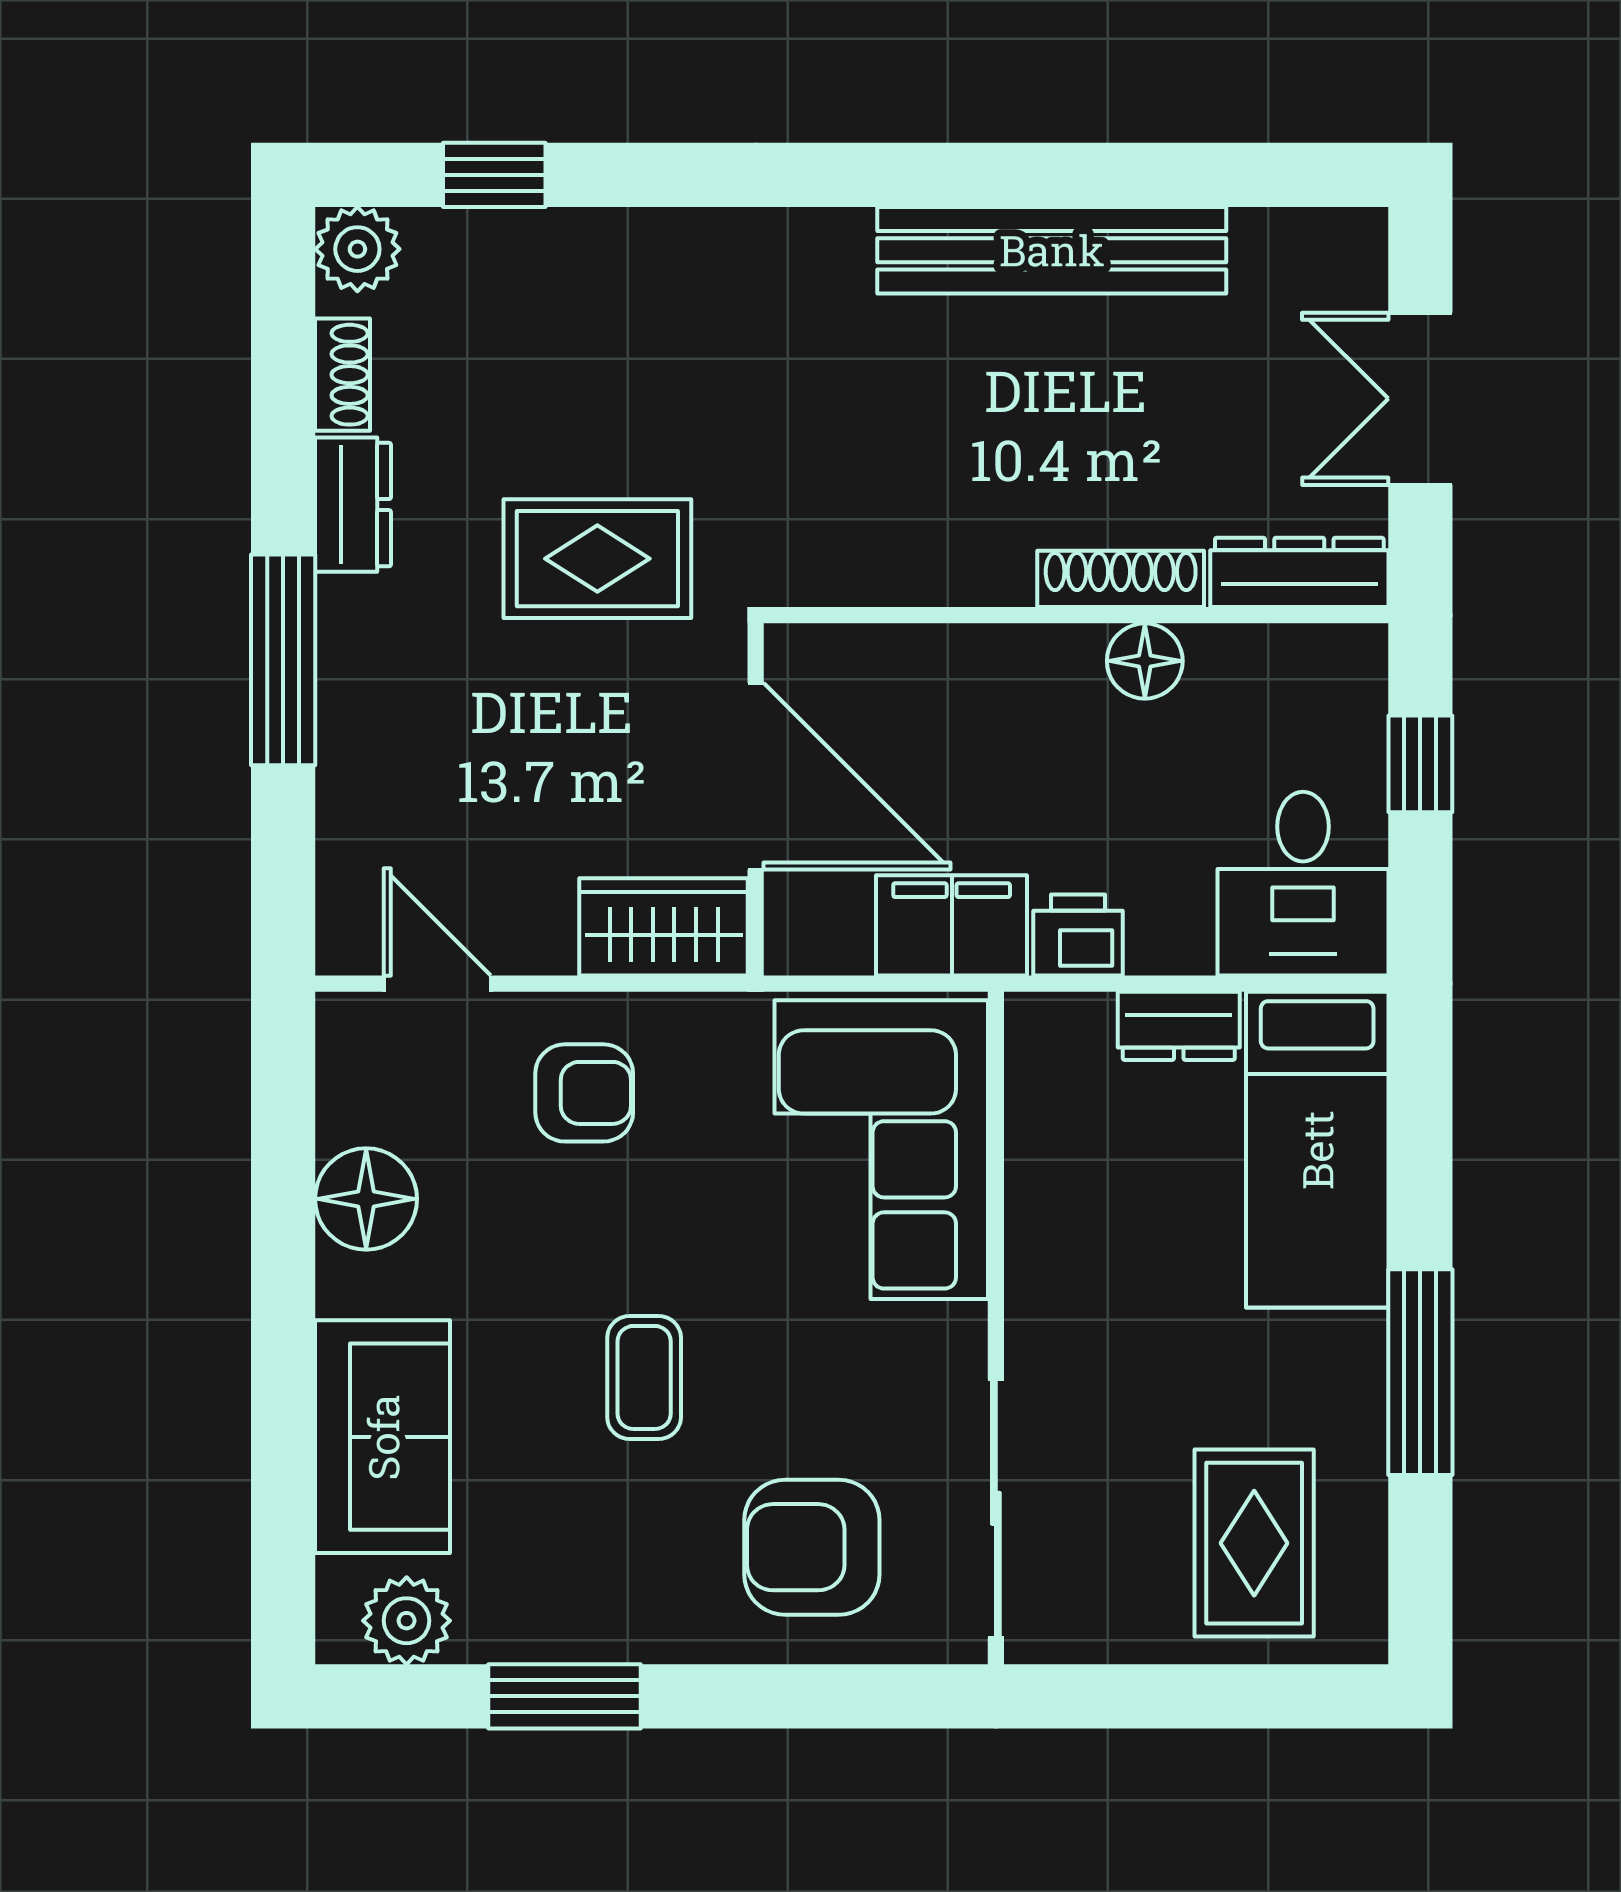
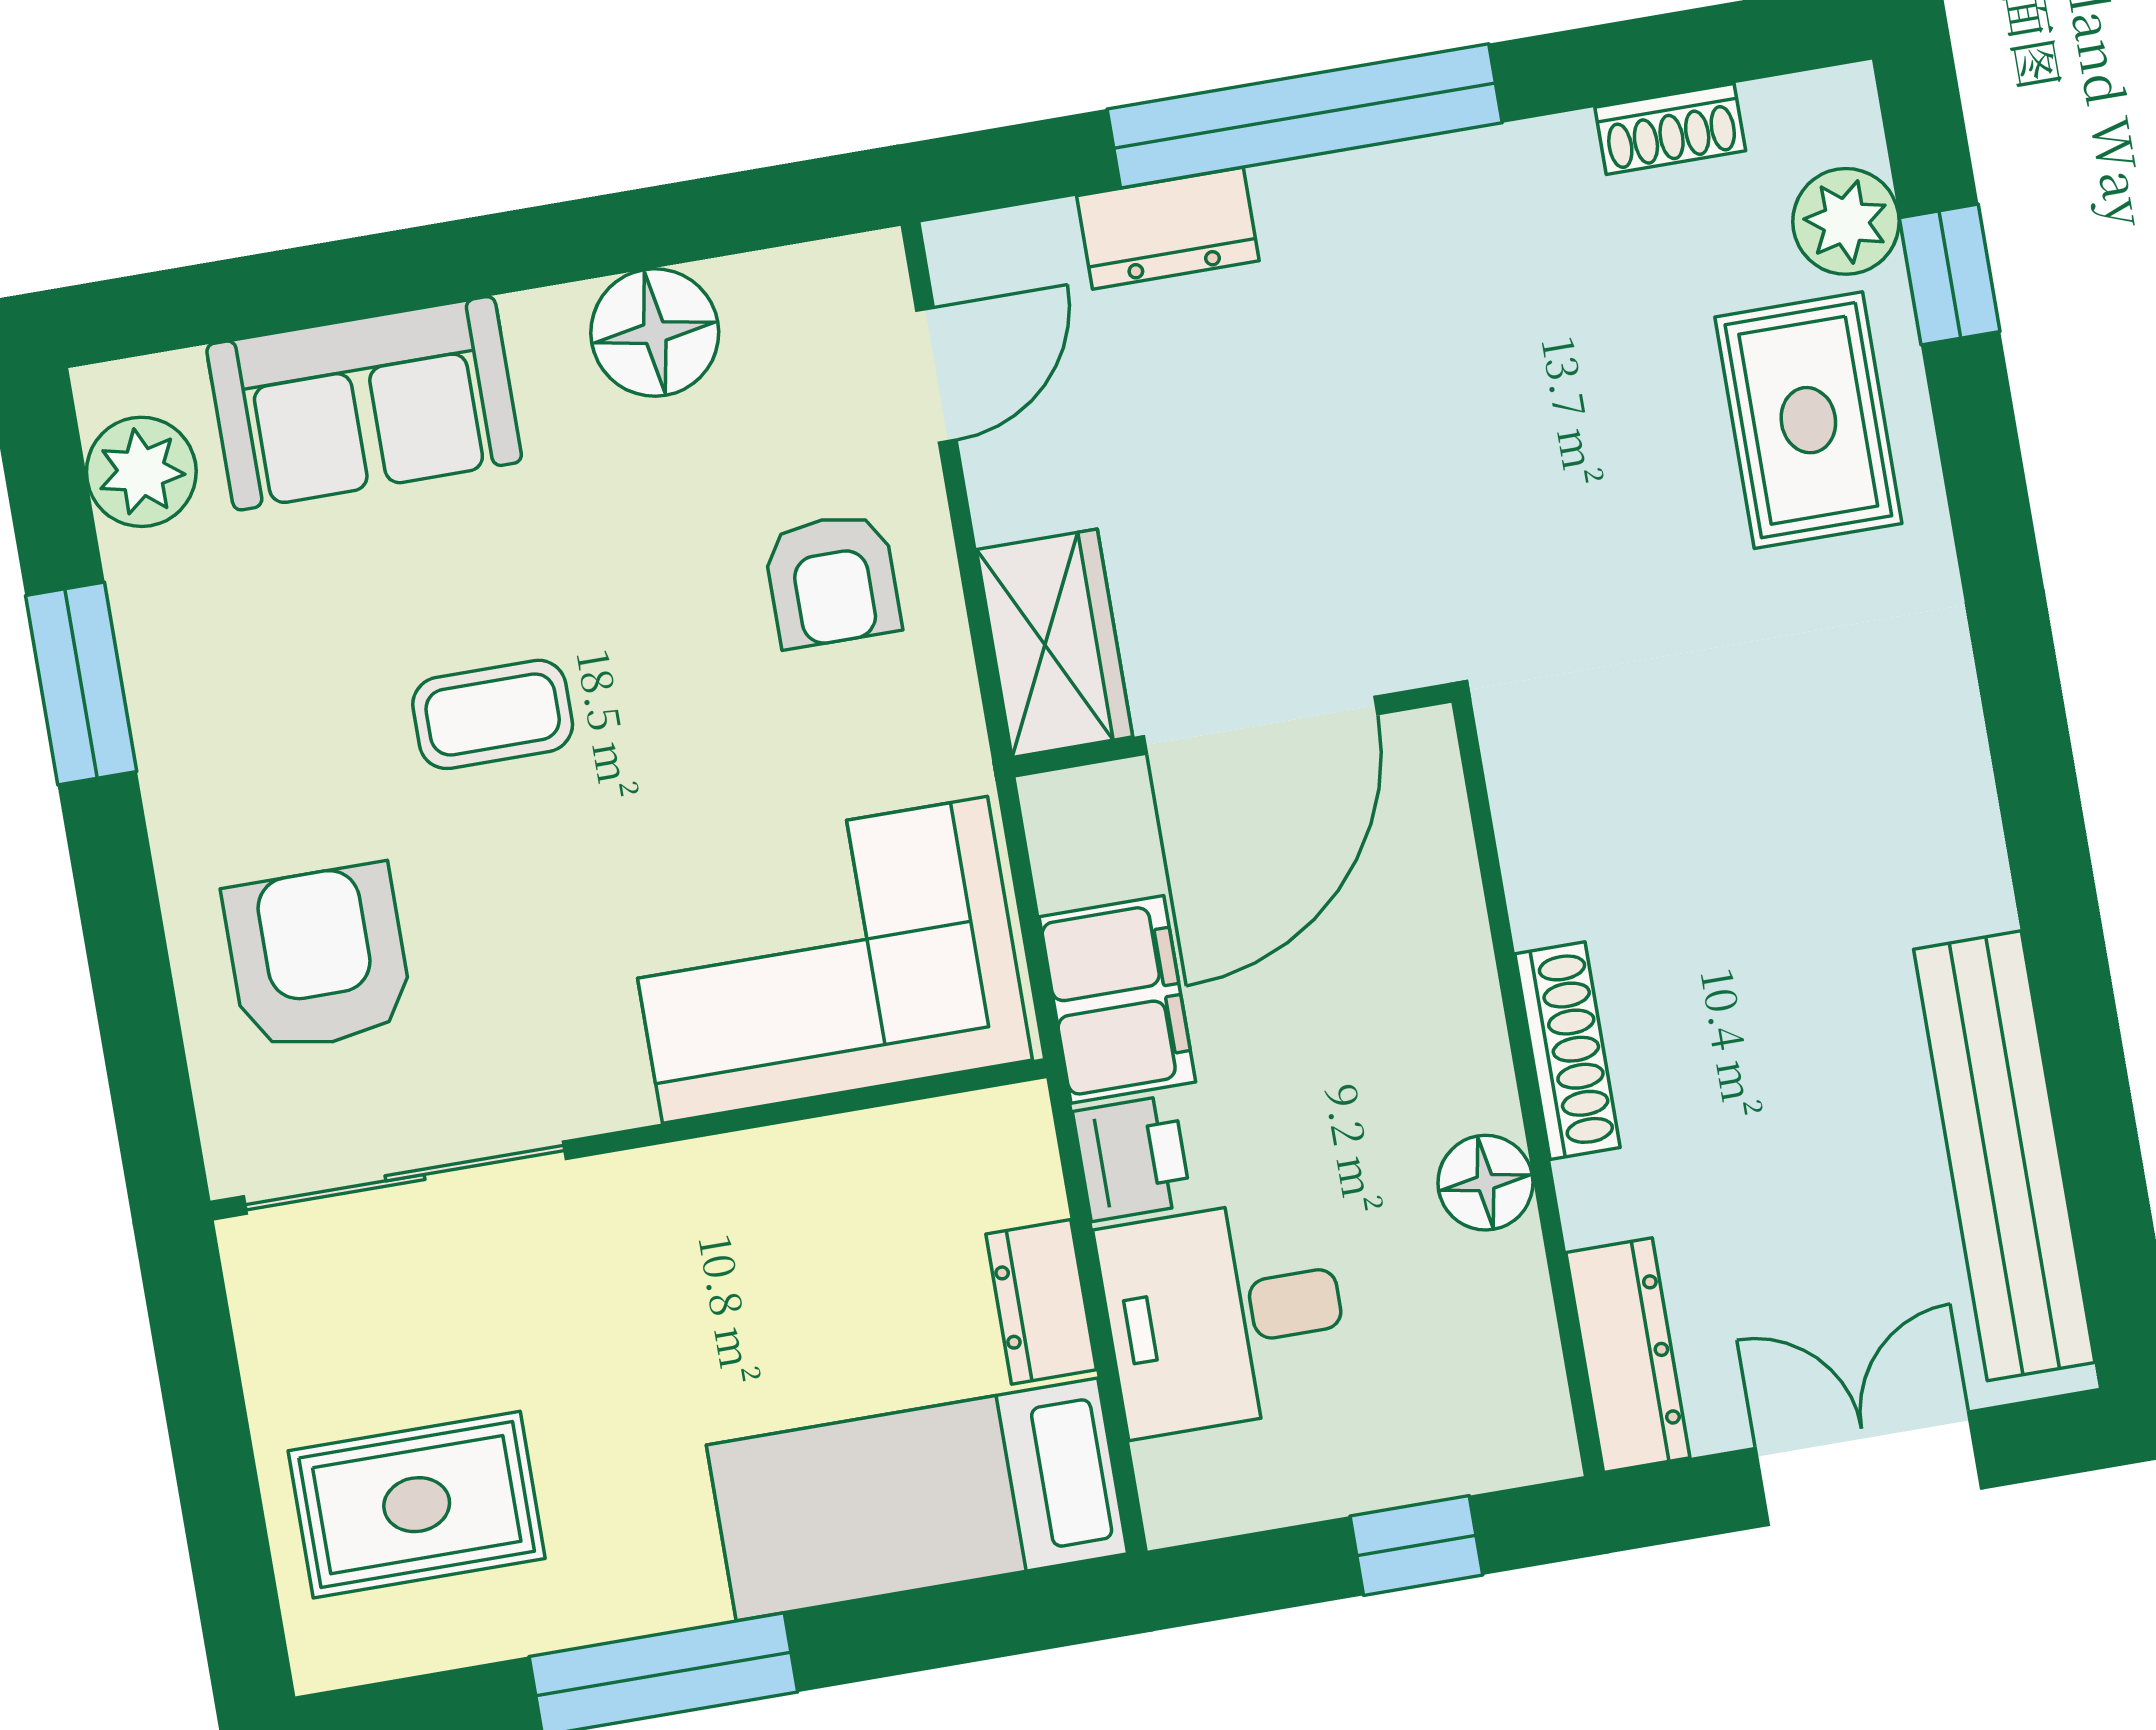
plant: (357, 249) -> (1846, 221), moved
bench: (1052, 250) -> (2004, 1156), moved
dresser: (353, 505) -> (1168, 228), moved
rug: (597, 559) -> (1808, 420), moved
shoe rack: (1121, 579) -> (1567, 1051), moved
window: (283, 660) -> (1305, 116), width x1.46
desk: (1303, 884) -> (1225, 1316), moved

